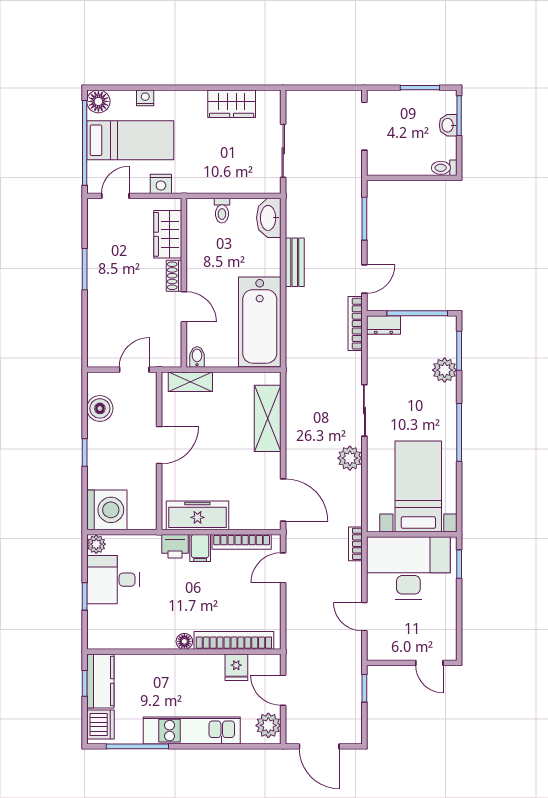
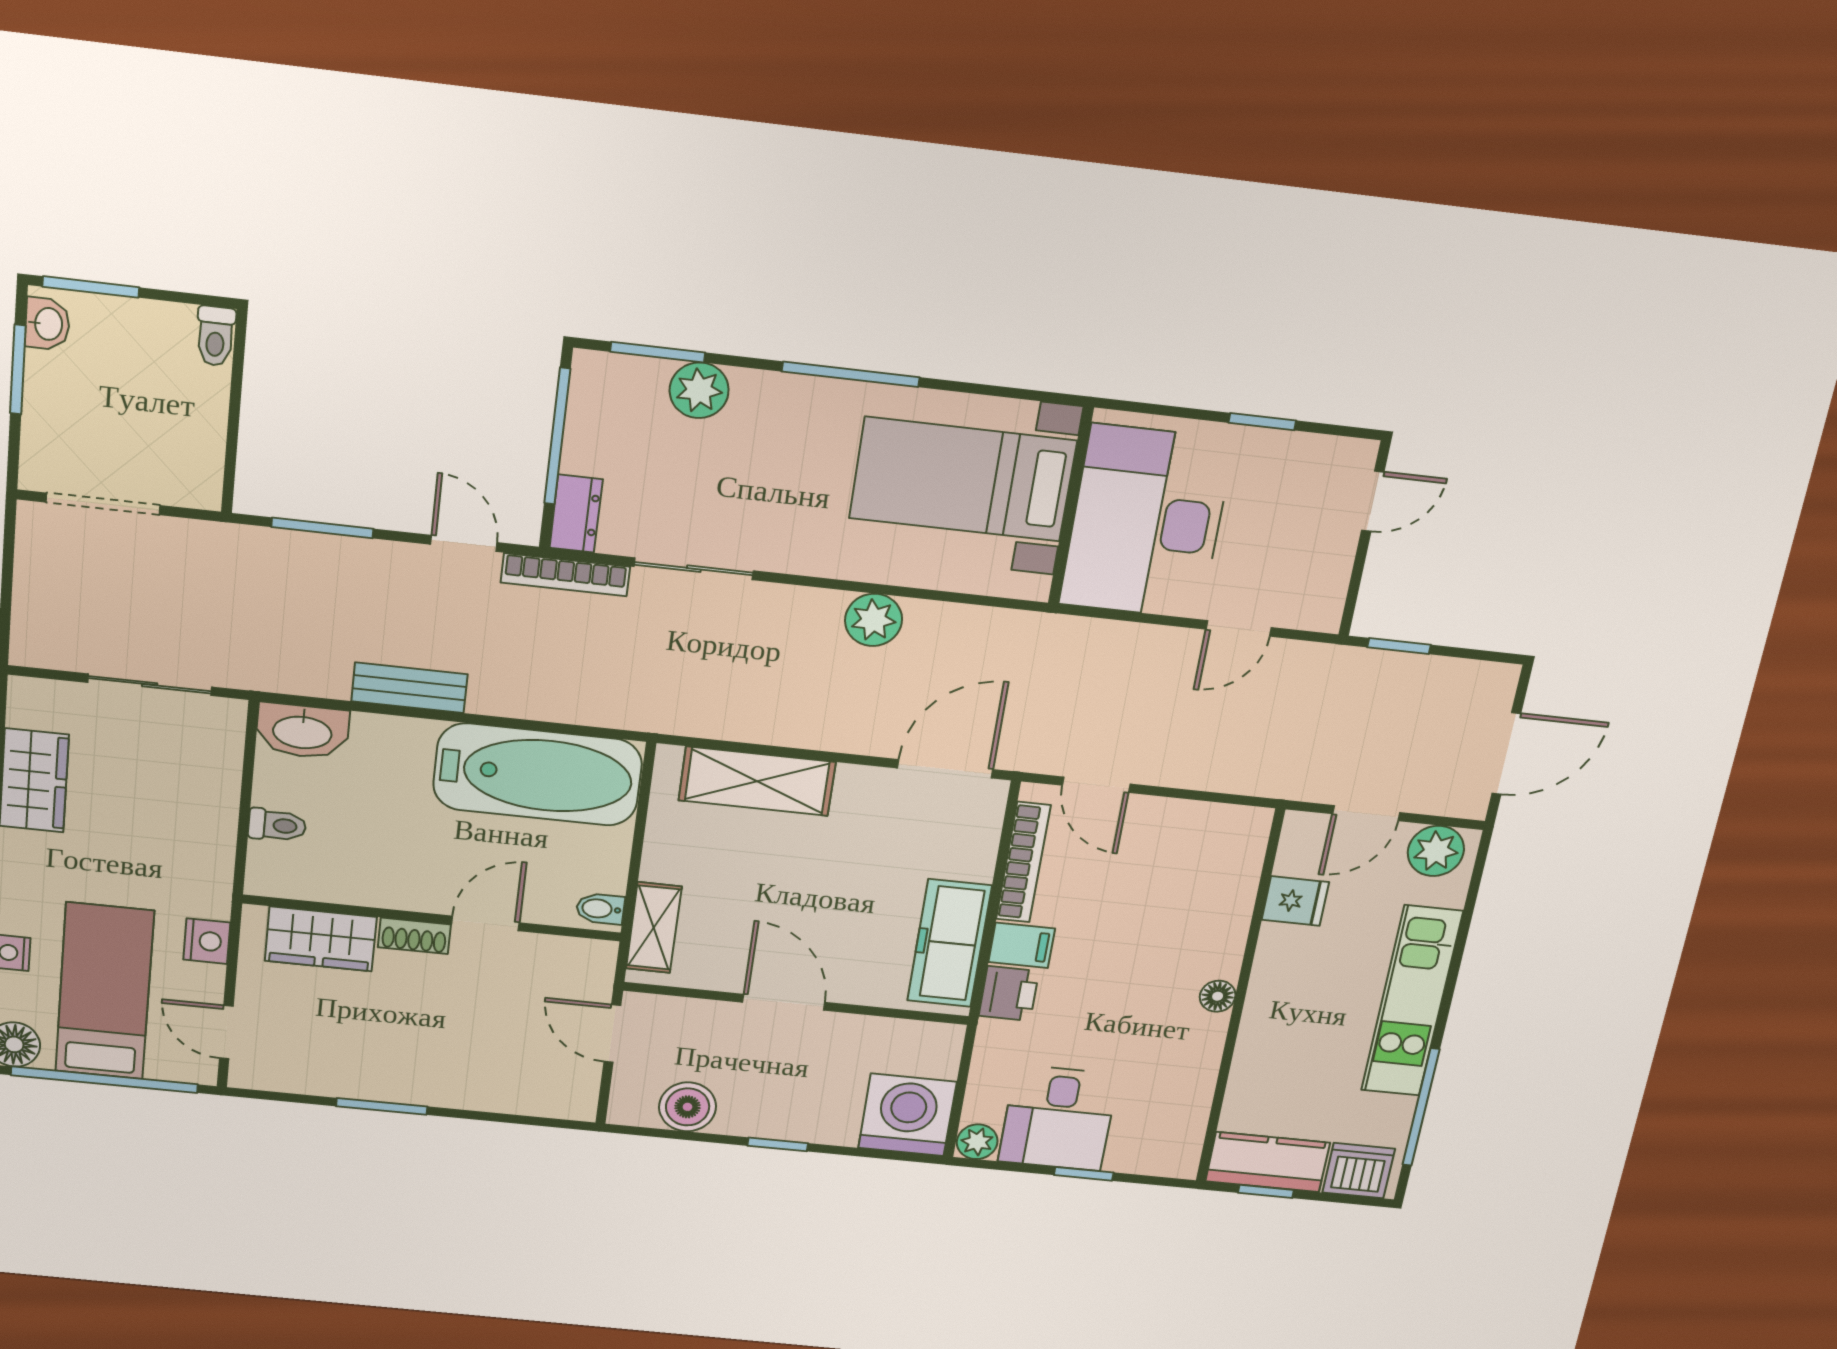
washbasin: (448, 125) -> (47, 324), moved, turned -90
sliding door: (364, 410) -> (694, 569), moved
bookcase: (355, 544) -> (1070, 630), removed
window: (459, 564) -> (1262, 422), moved
bookcase: (234, 640) -> (1236, 900), removed

